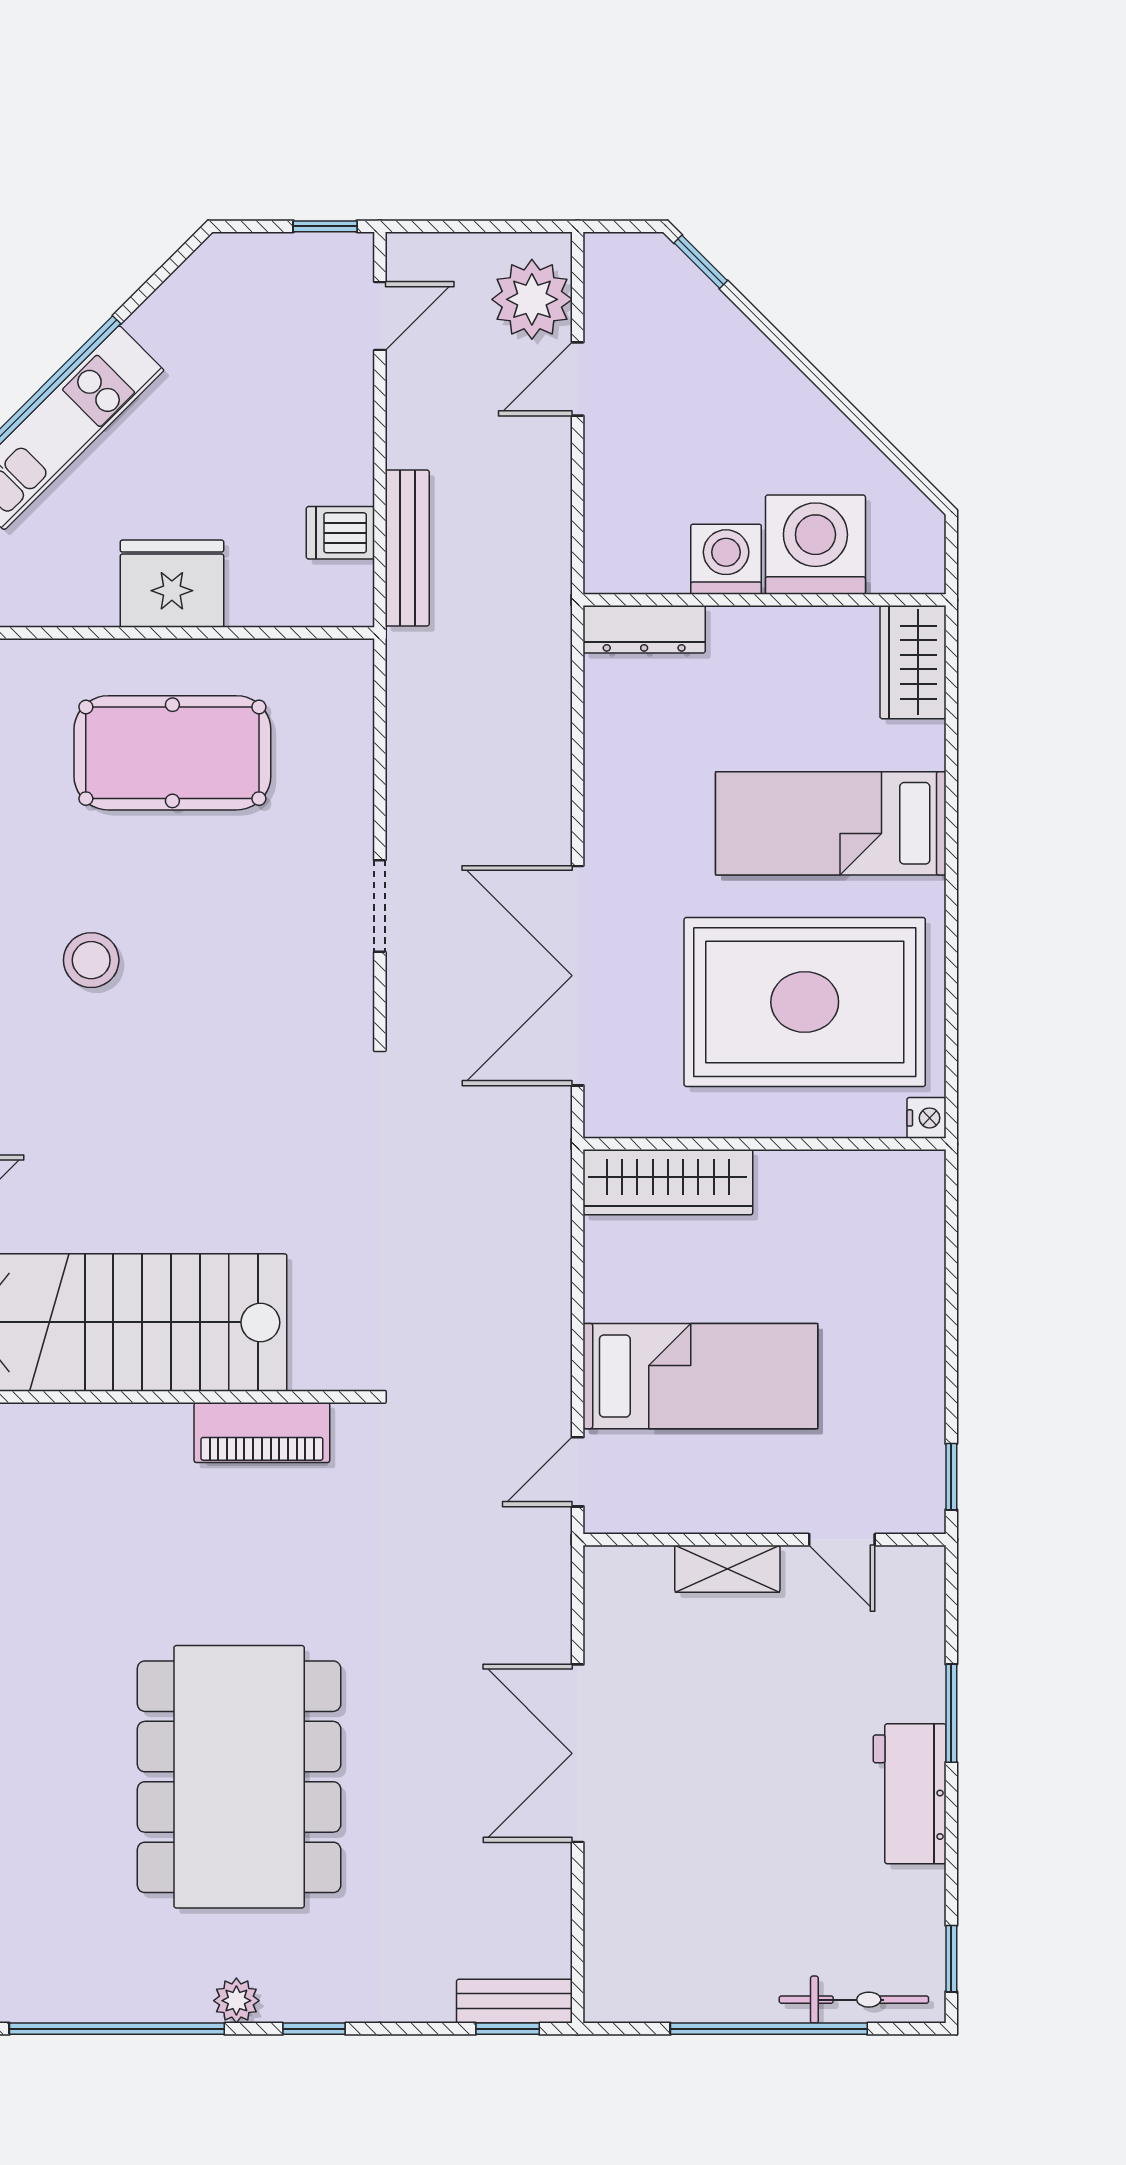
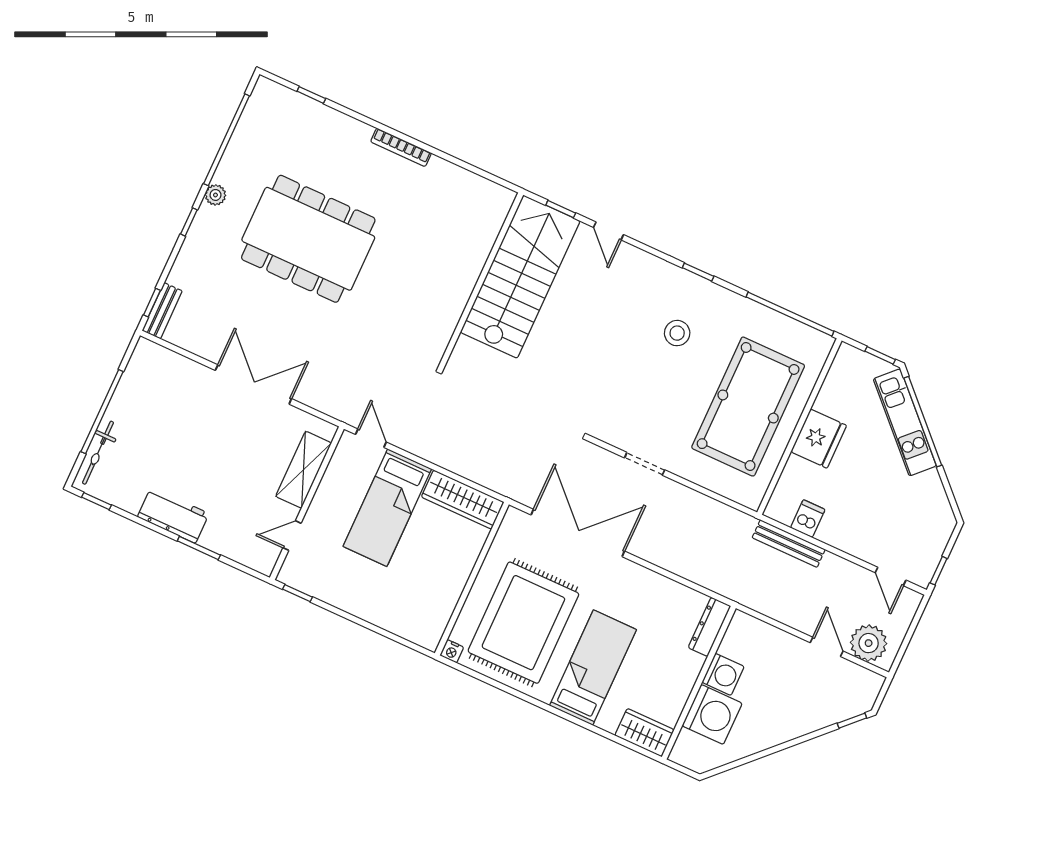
pool table: (172, 753) -> (748, 407), width x1.36, depth x1.32
wardrobe: (668, 1182) -> (463, 500), moved, turned -90
piano: (262, 1432) -> (448, 314), removed
shelving: (727, 1569) -> (304, 470), width x1.50, depth x1.33

